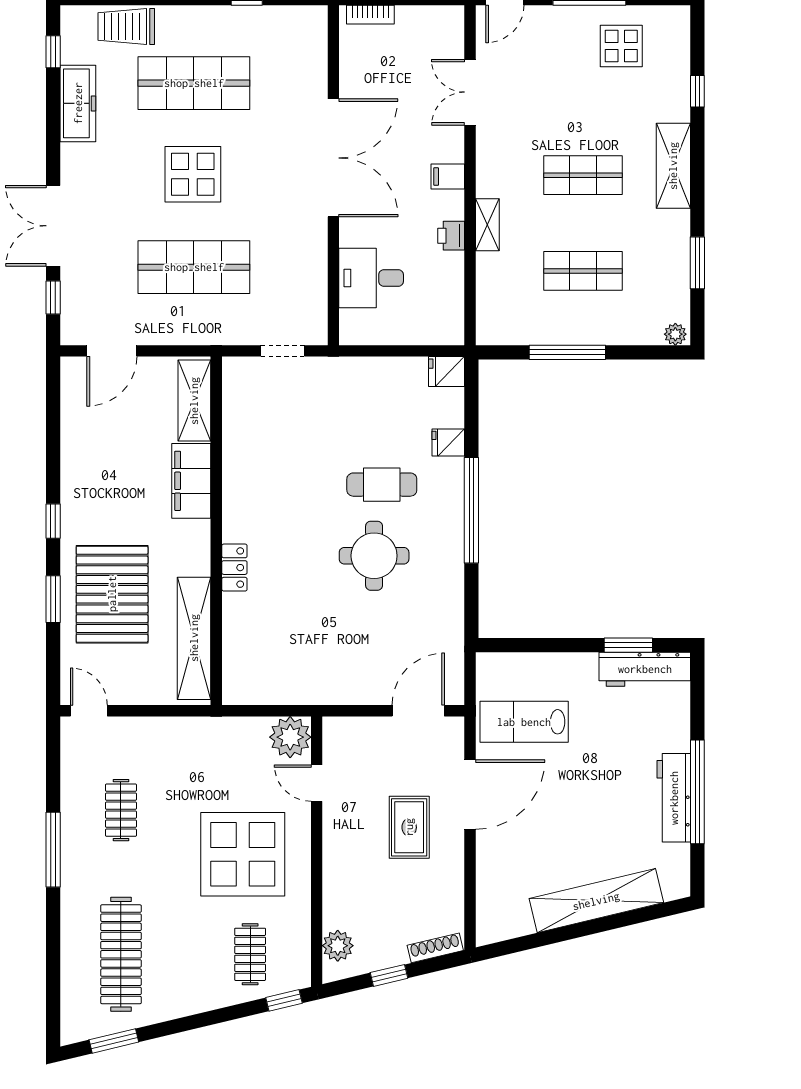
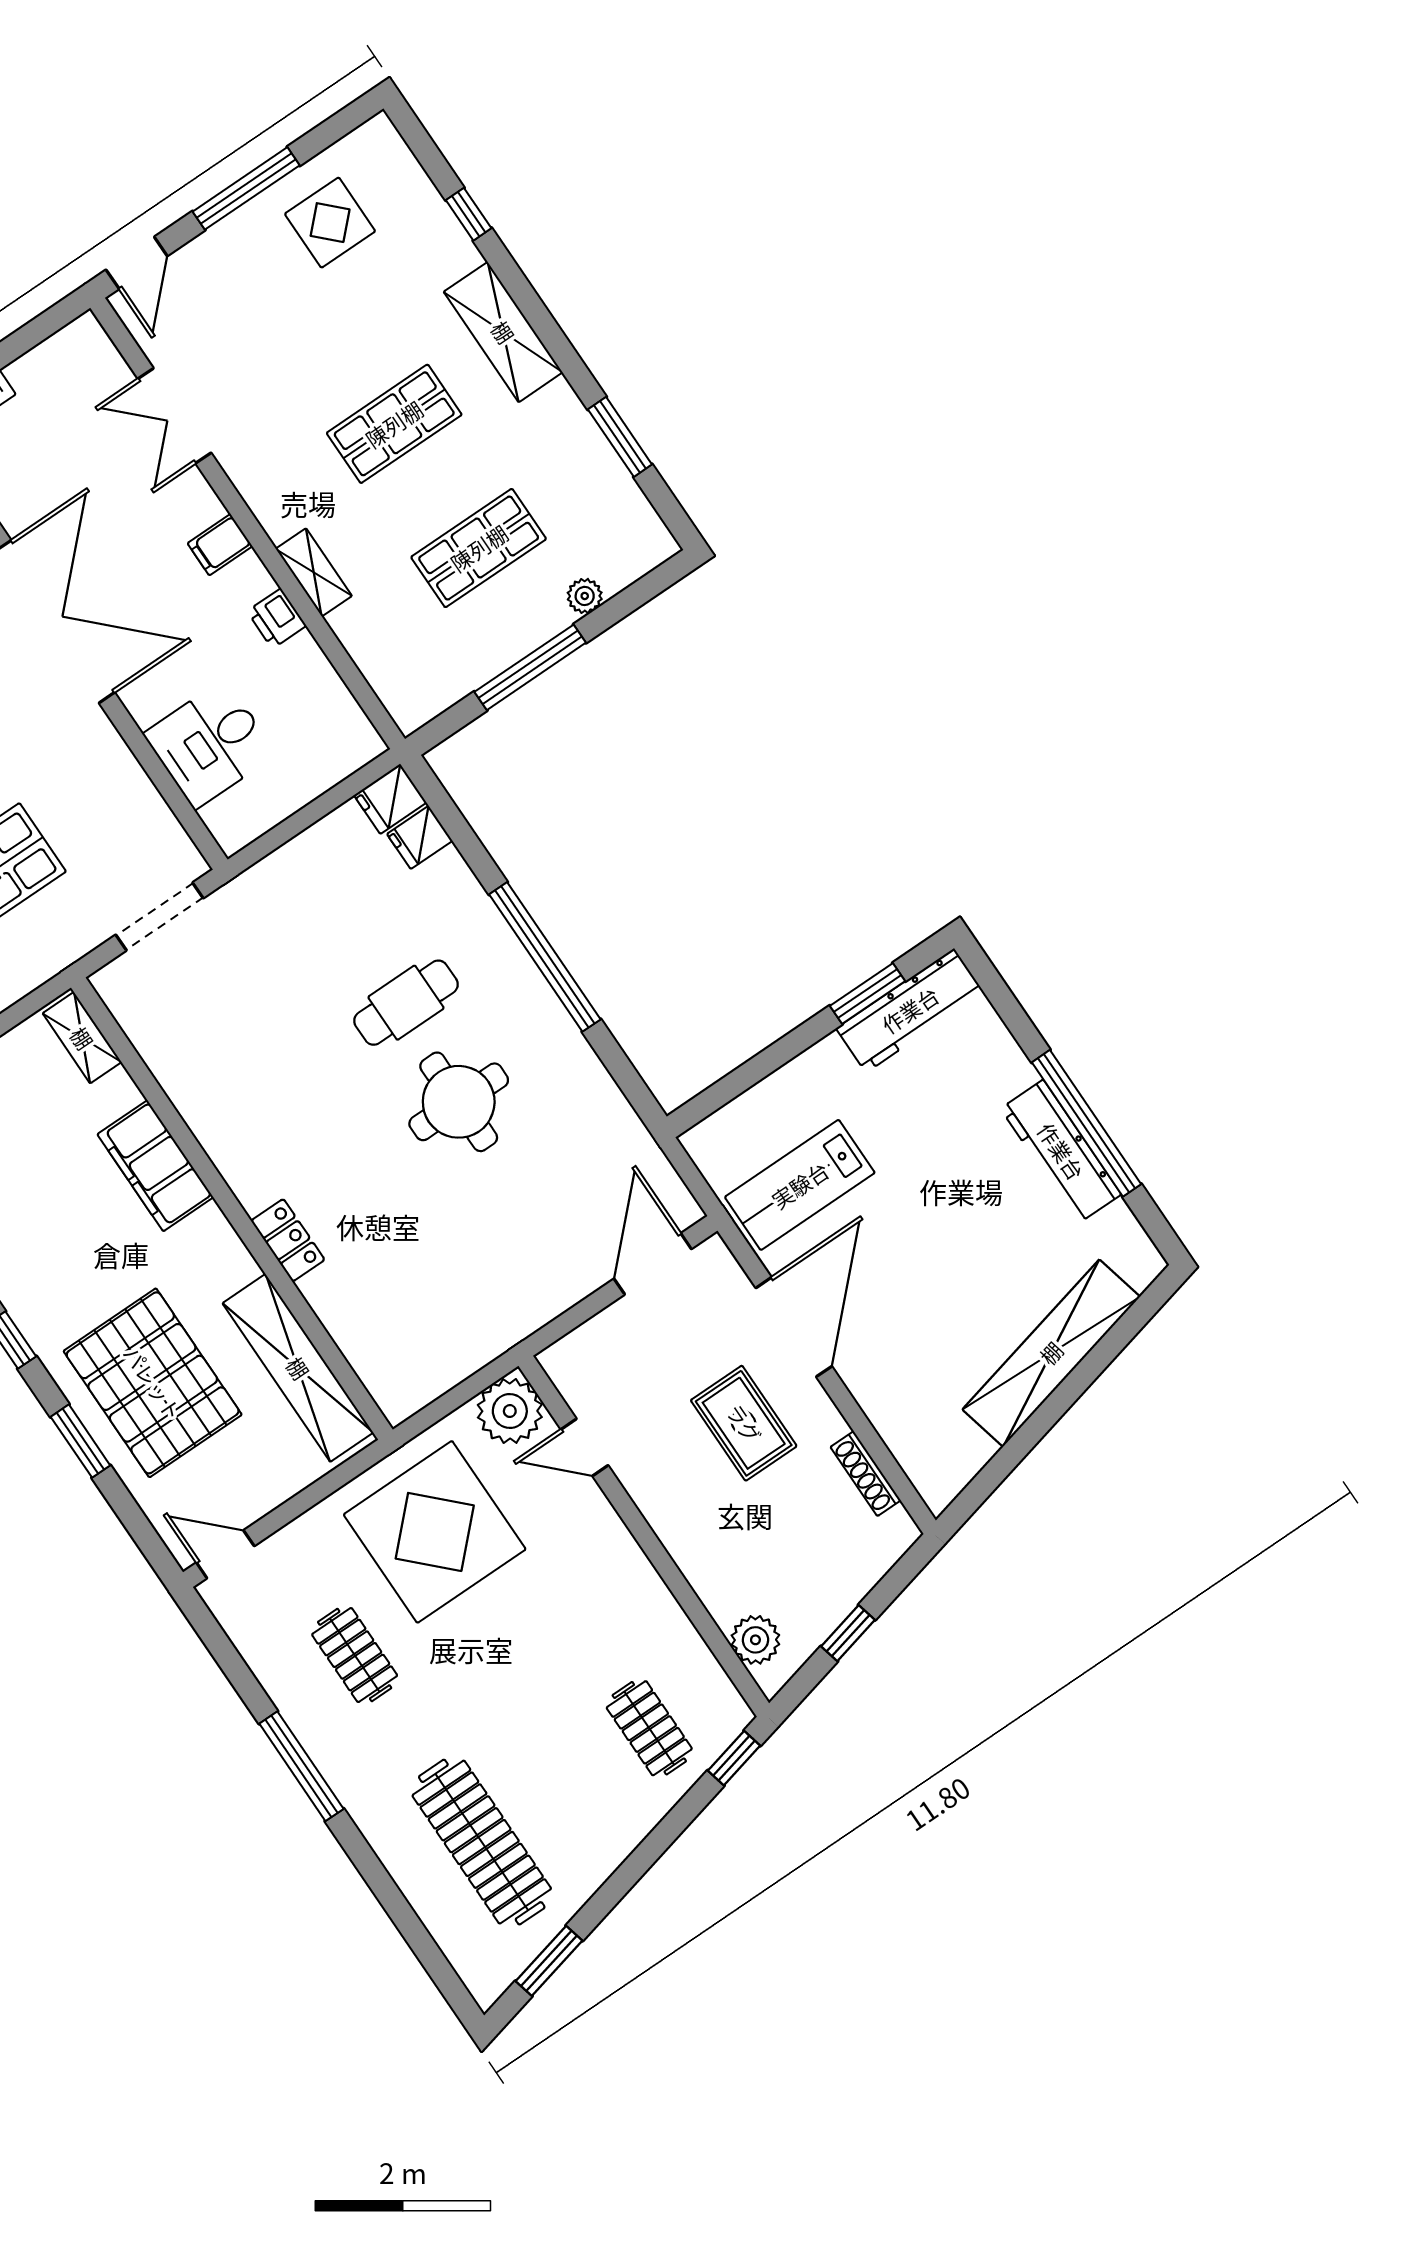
plant: (675, 334) -> (585, 596), moved
doorway: (283, 351) -> (160, 917), width x1.38
shelving: (194, 401) -> (82, 1038), width x0.67, depth x0.75
fridge: (448, 442) -> (420, 837), moved
display table: (243, 854) -> (435, 1532), moved
shoe rack: (435, 948) -> (866, 1474), moved, turned -77

